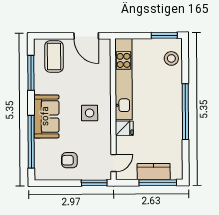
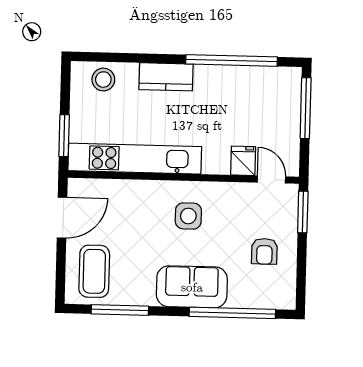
window: (164, 35) -> (64, 136), moved
coffee table: (54, 57) -> (94, 271), turned 90
window: (185, 112) -> (232, 60), moved
fridge: (124, 128) -> (243, 161), moved
kitchen counter: (154, 172) -> (166, 77), moved, turned -90

